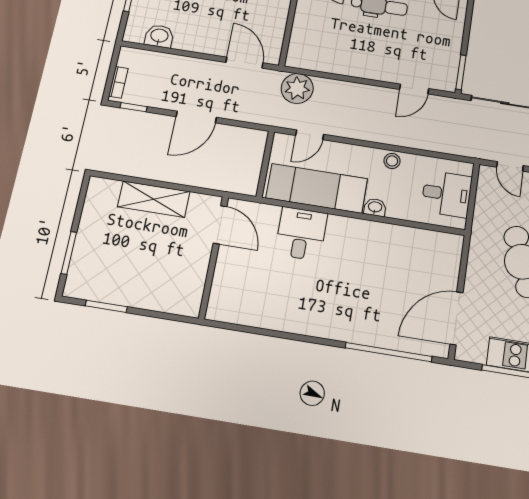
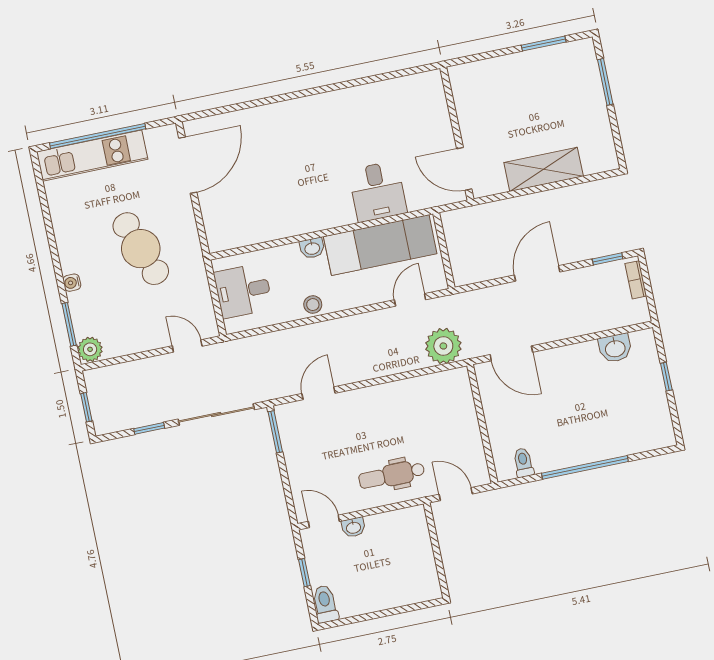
window: (389, 352) -> (244, 106), removed

